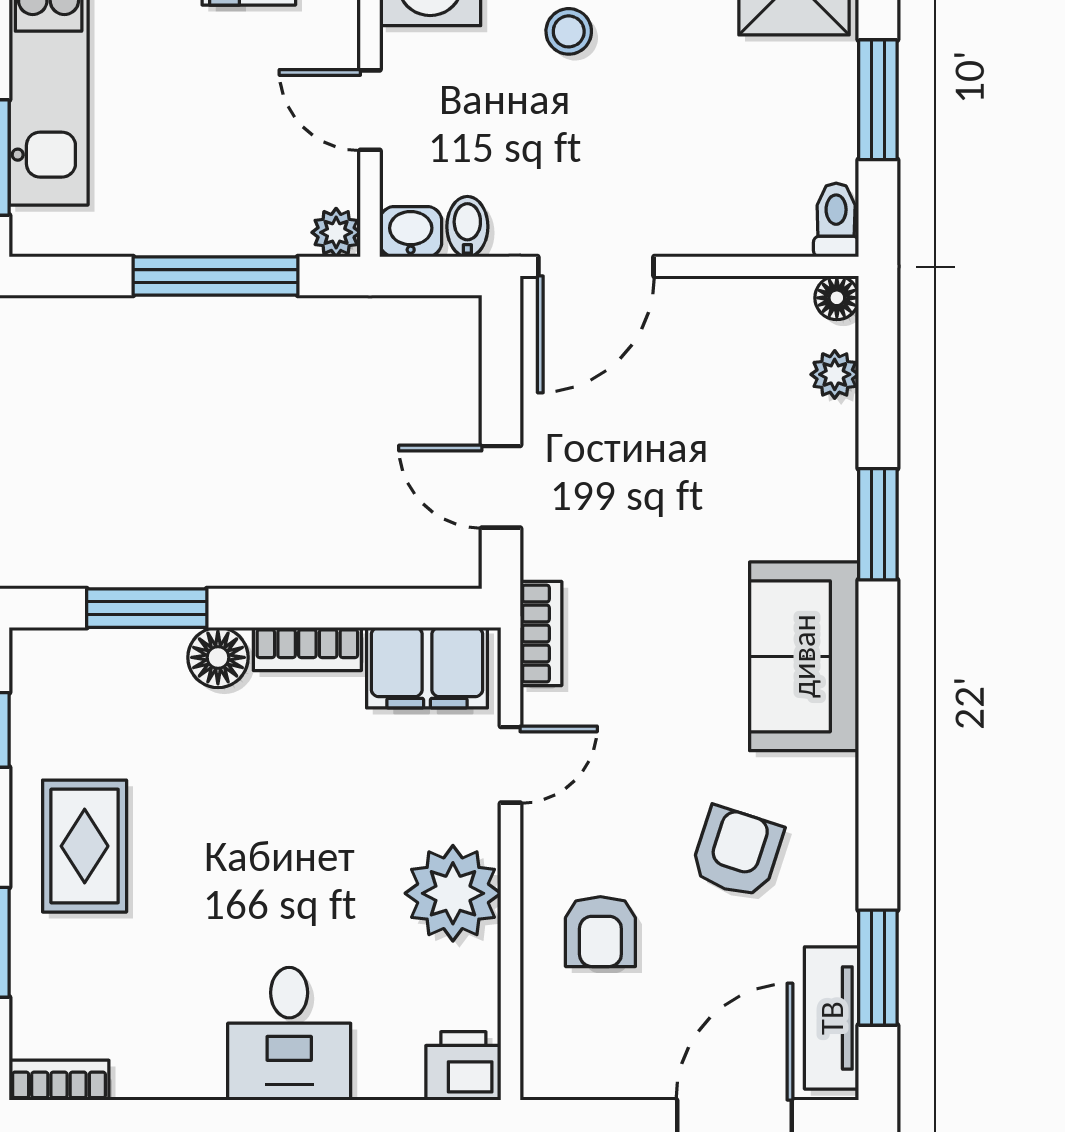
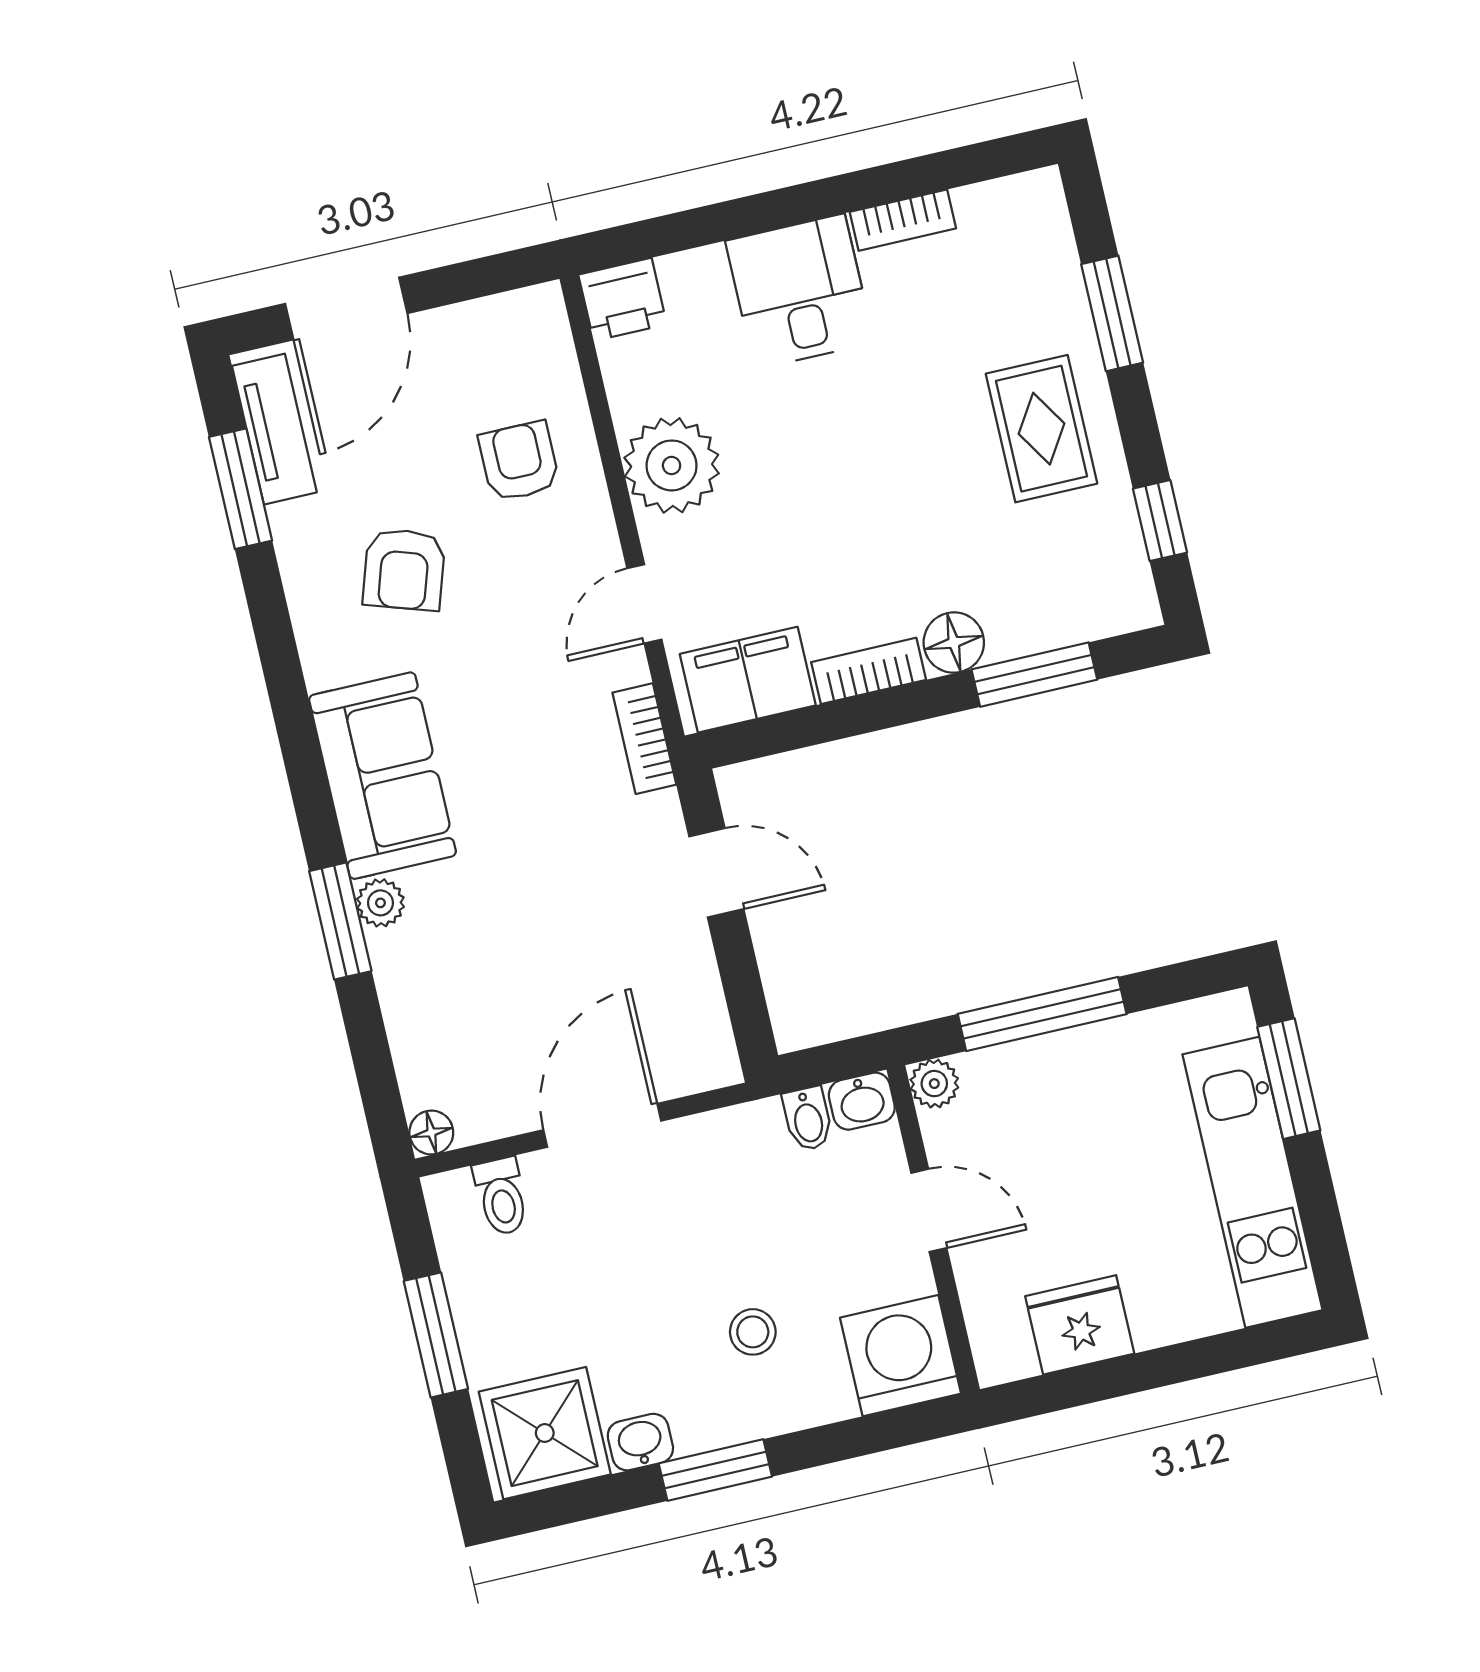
toilet: (836, 220) -> (501, 1196), moved
door: (596, 266) -> (602, 1125), moved
plant: (835, 374) -> (380, 903), moved
bookcase: (59, 1080) -> (903, 220), moved

